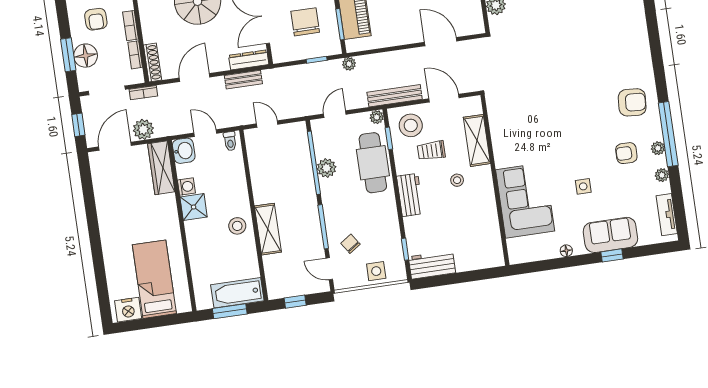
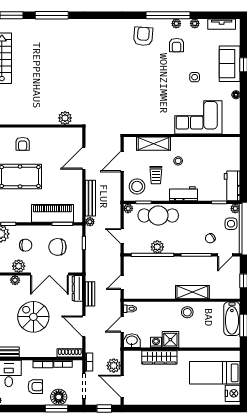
bench: (395, 96) -> (90, 198), moved
wardrobe: (161, 168) -> (159, 357), moved
plant: (399, 274) -> (235, 208), added

